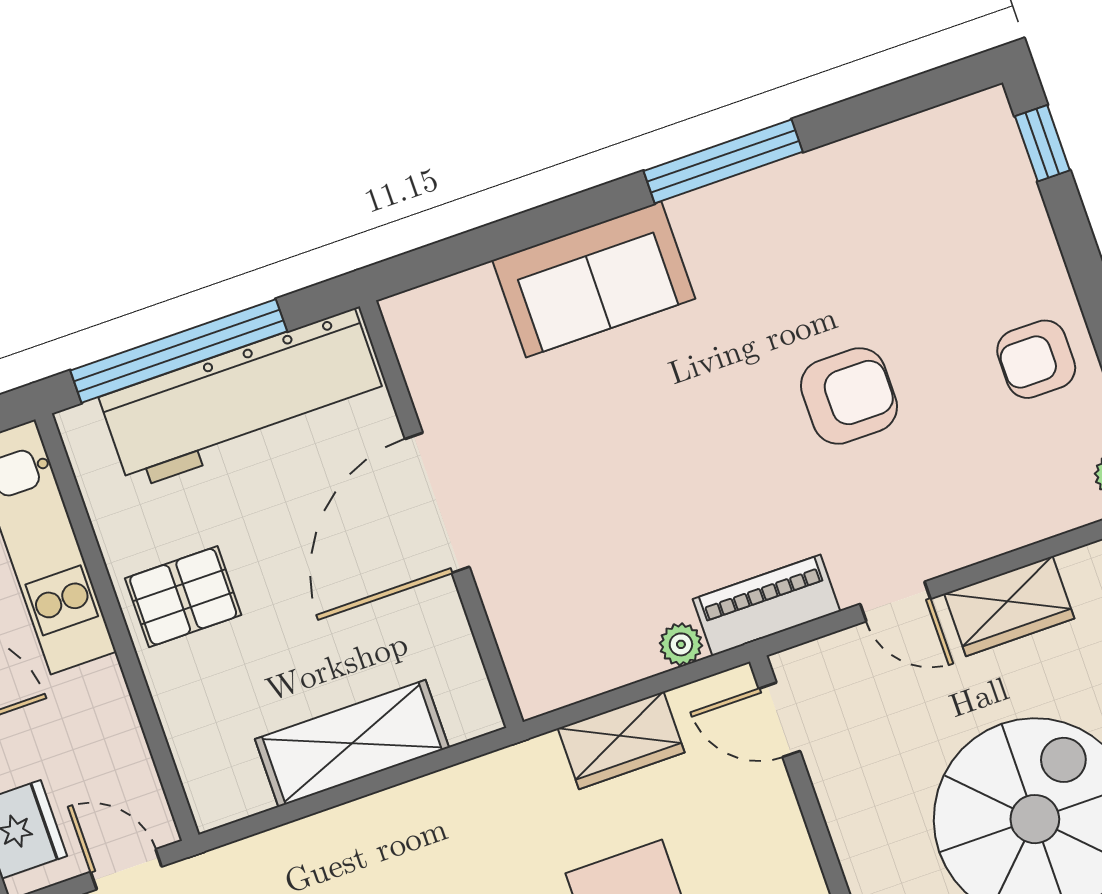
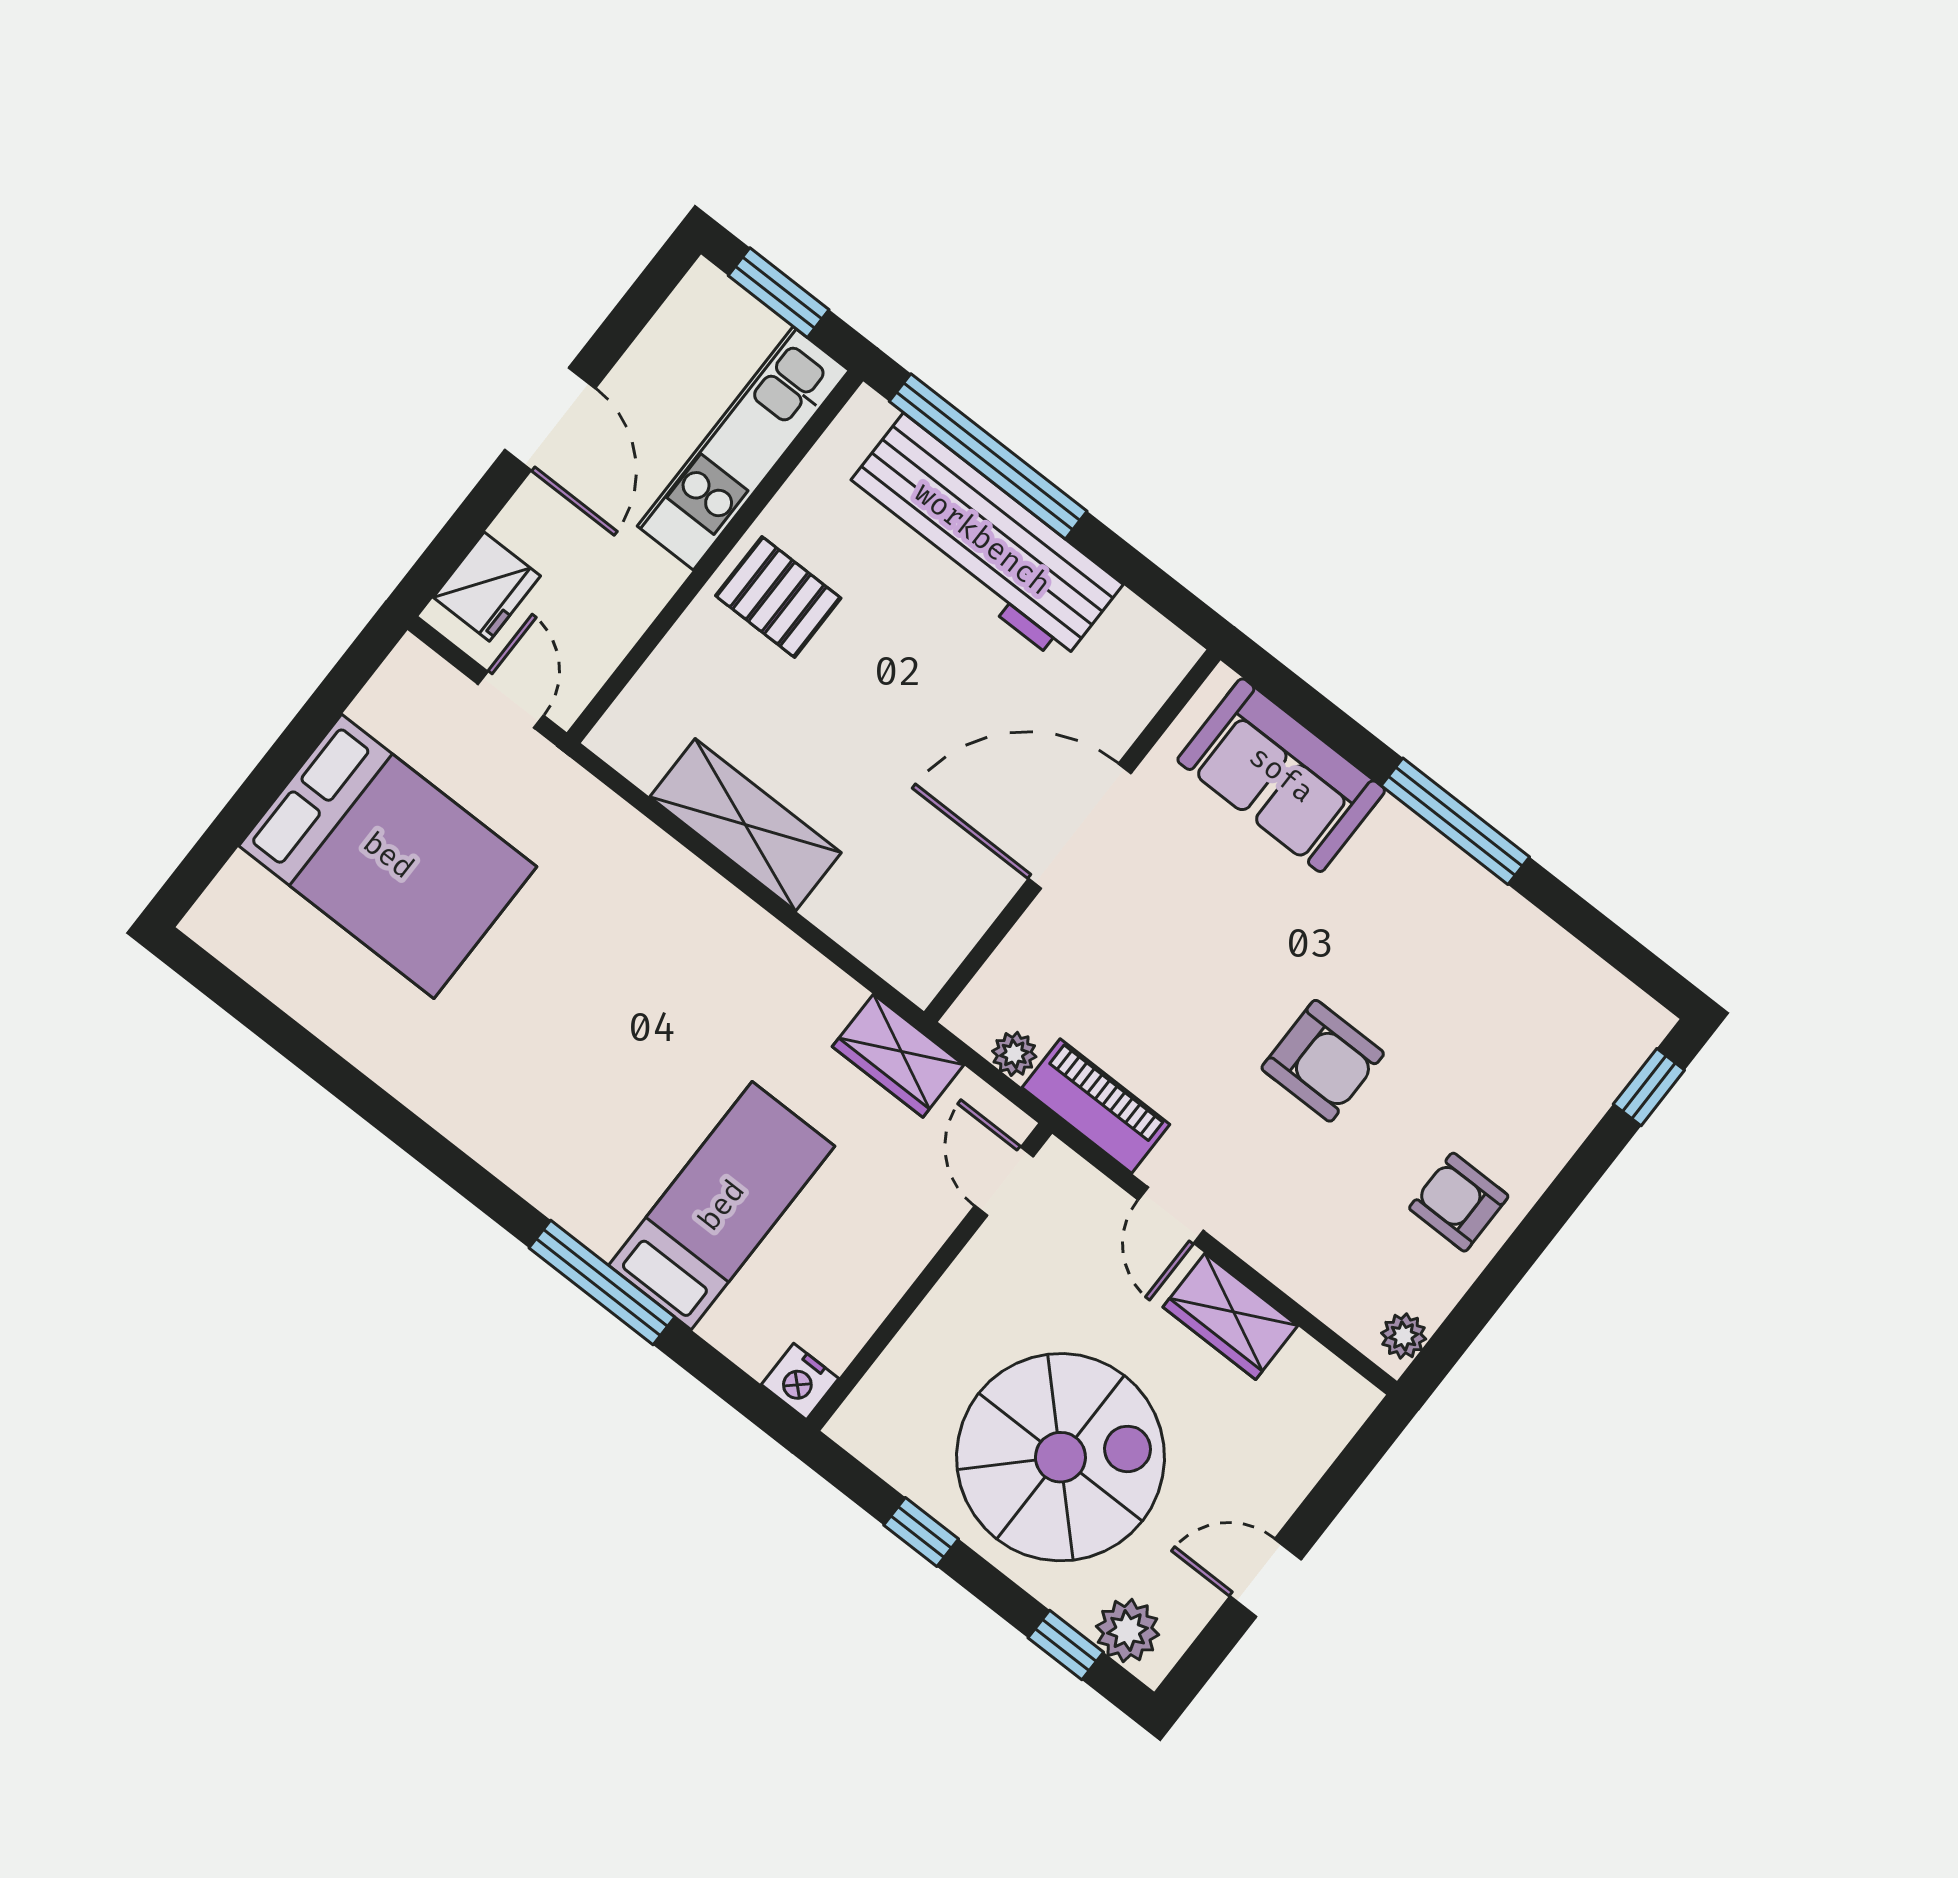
door: (437, 503) -> (1080, 826), moved
wall: (441, 514) -> (1072, 836), moved

